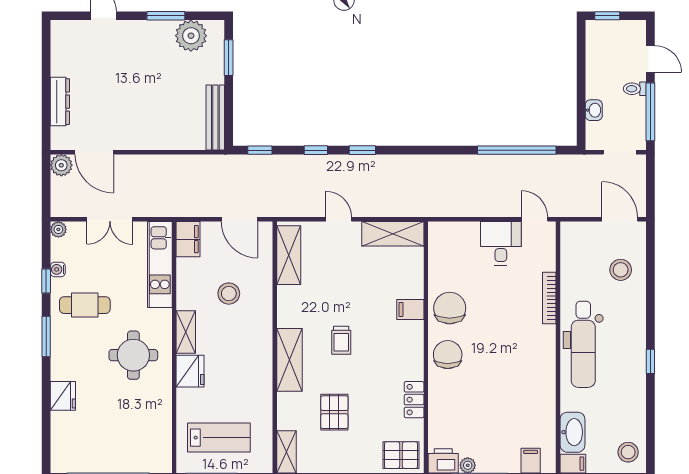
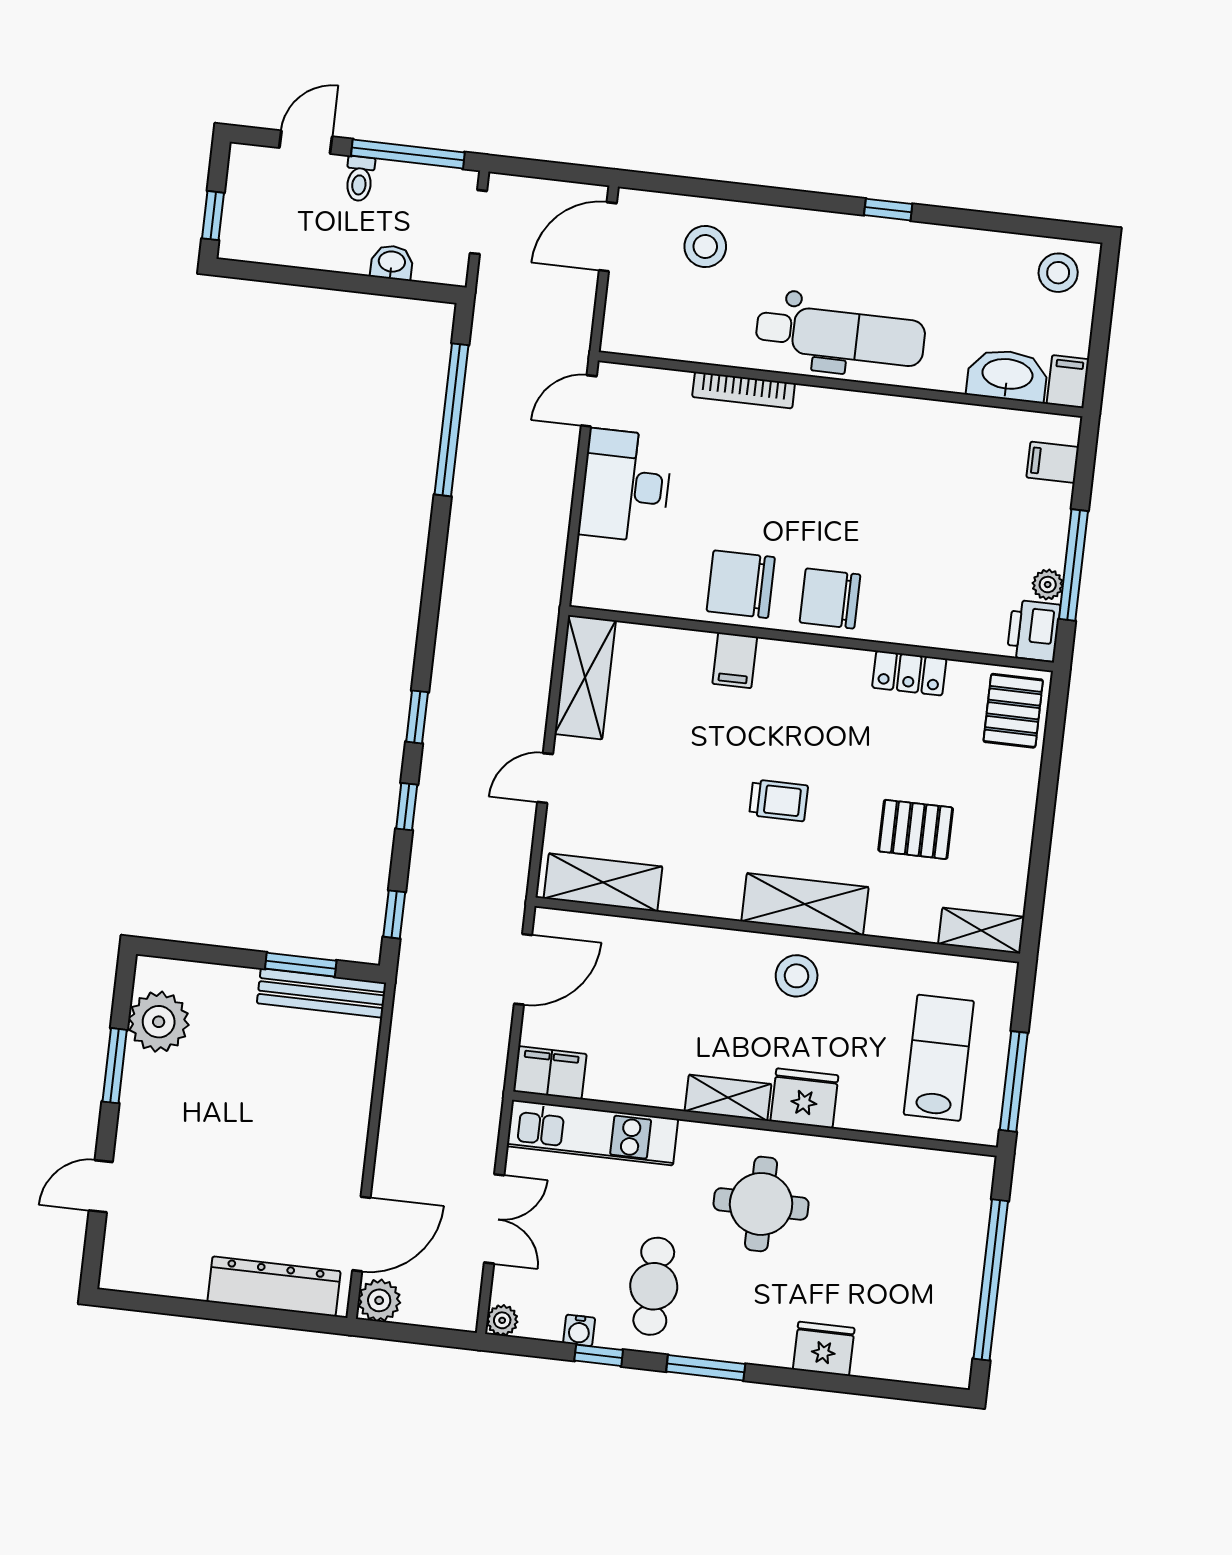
window: (229, 58) -> (301, 965), moved
dresser: (60, 102) -> (274, 1286), width x1.37, depth x1.24
desk: (501, 243) -> (626, 486), width x1.37
stool: (229, 294) -> (797, 976), moved

